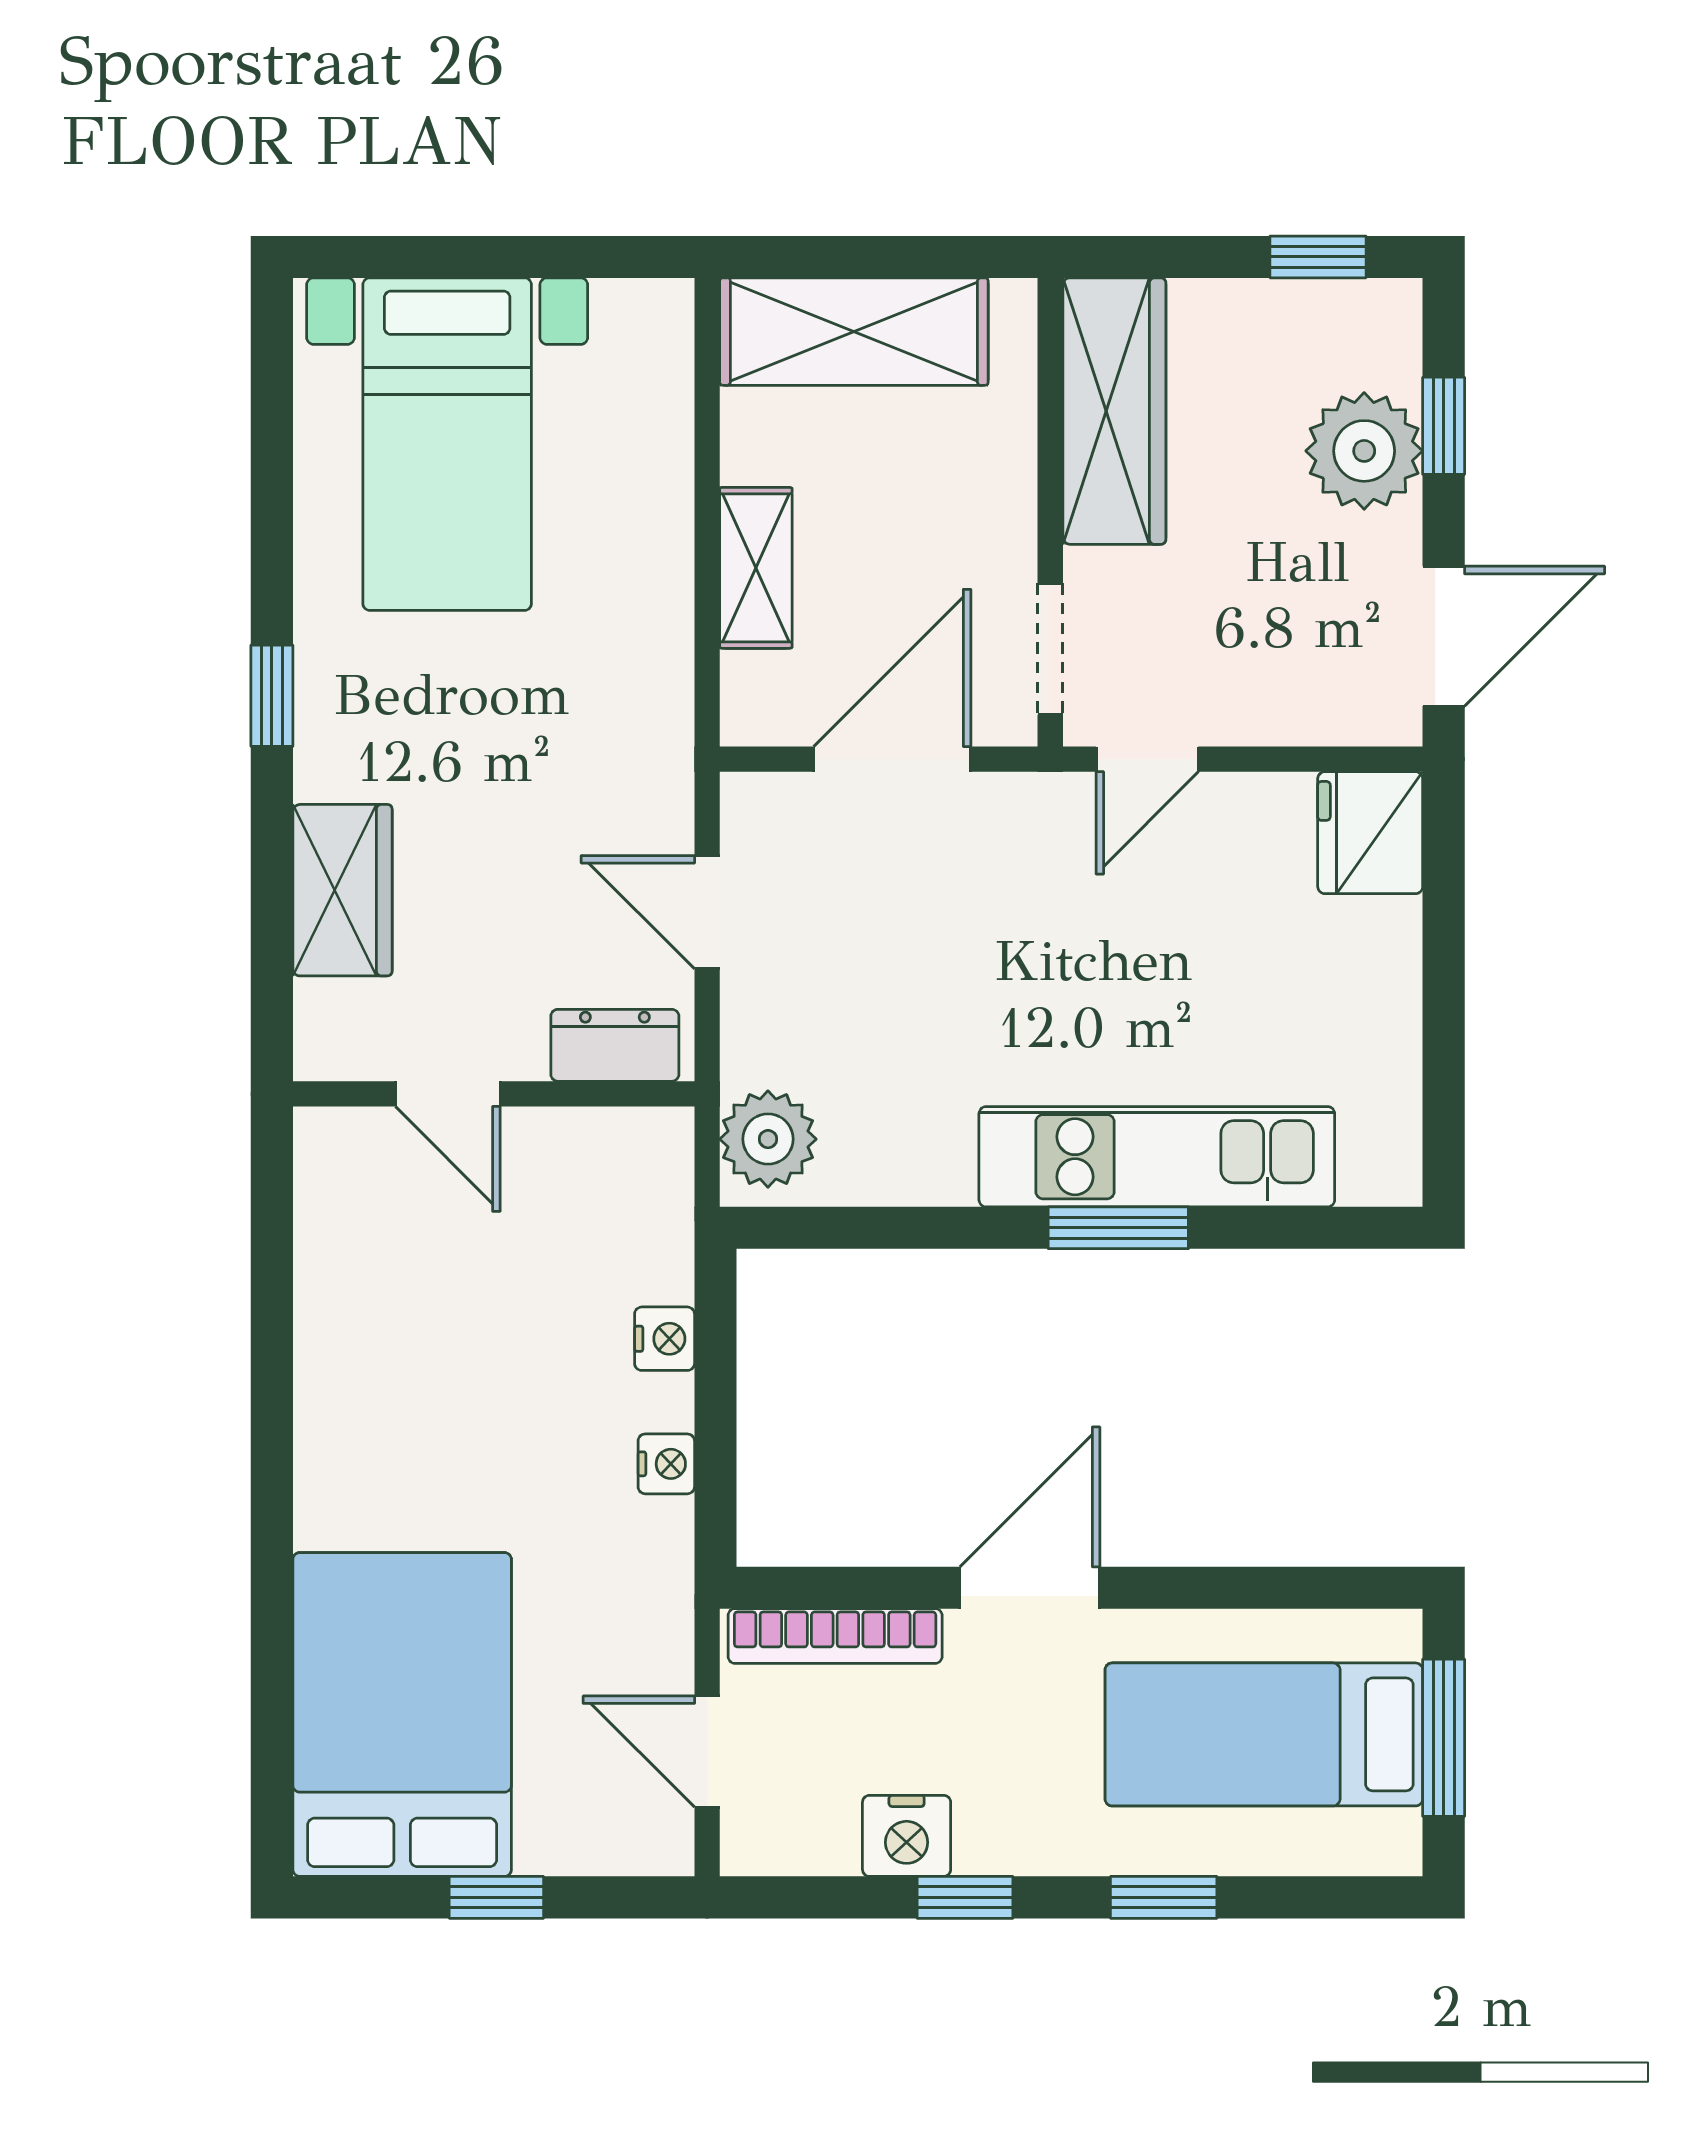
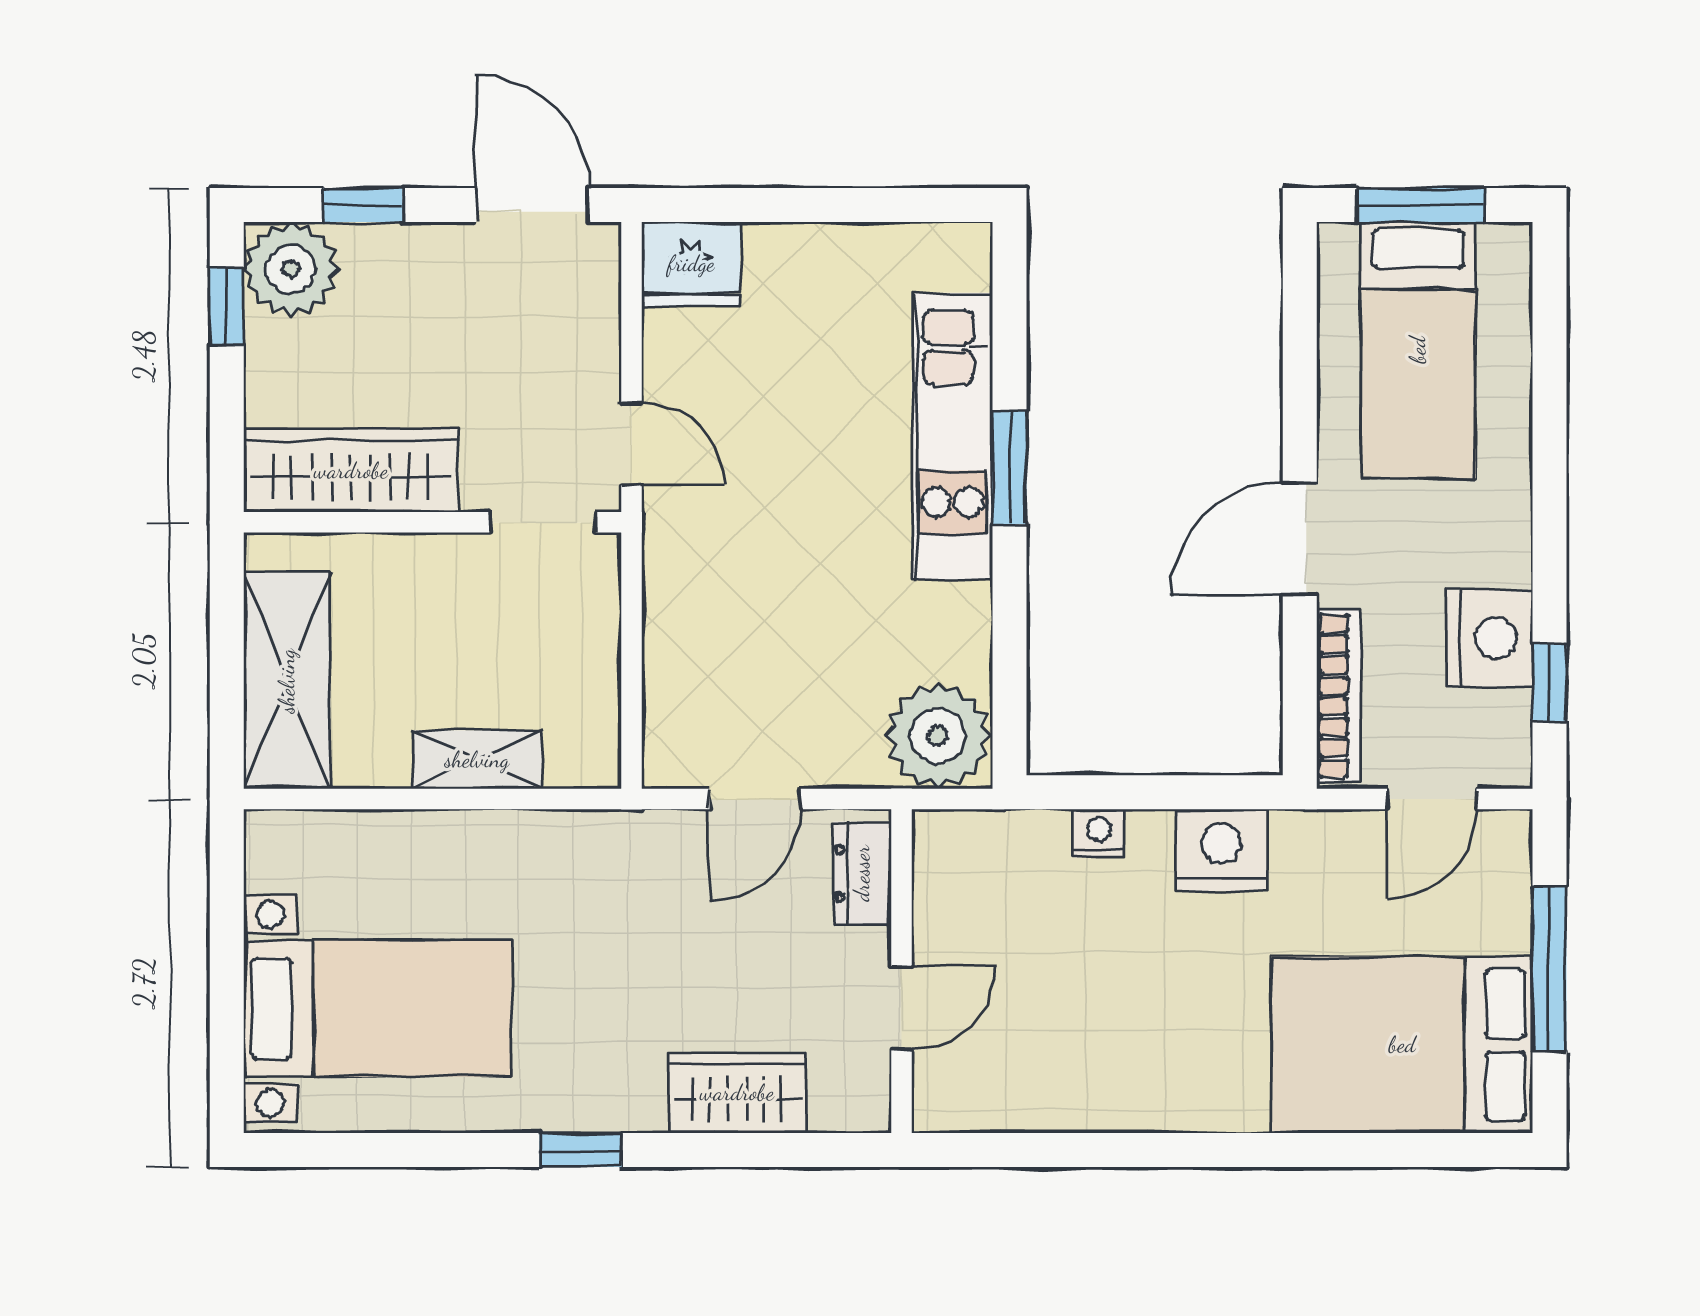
plant: (1364, 451) -> (291, 269), moved
door: (892, 759) -> (632, 650), removed
plant: (768, 1139) -> (938, 736), width x1.36, depth x1.36
nightstand: (666, 1464) -> (1221, 850), width x1.89, depth x1.79
door: (1030, 1588) -> (1300, 539), hinge flipped
nightstand: (907, 1836) -> (1489, 638), width x1.36, depth x1.33
window: (496, 1897) -> (1549, 969), width x2.17
window: (965, 1897) -> (1549, 683), moved
window: (1164, 1897) -> (1549, 431), removed

